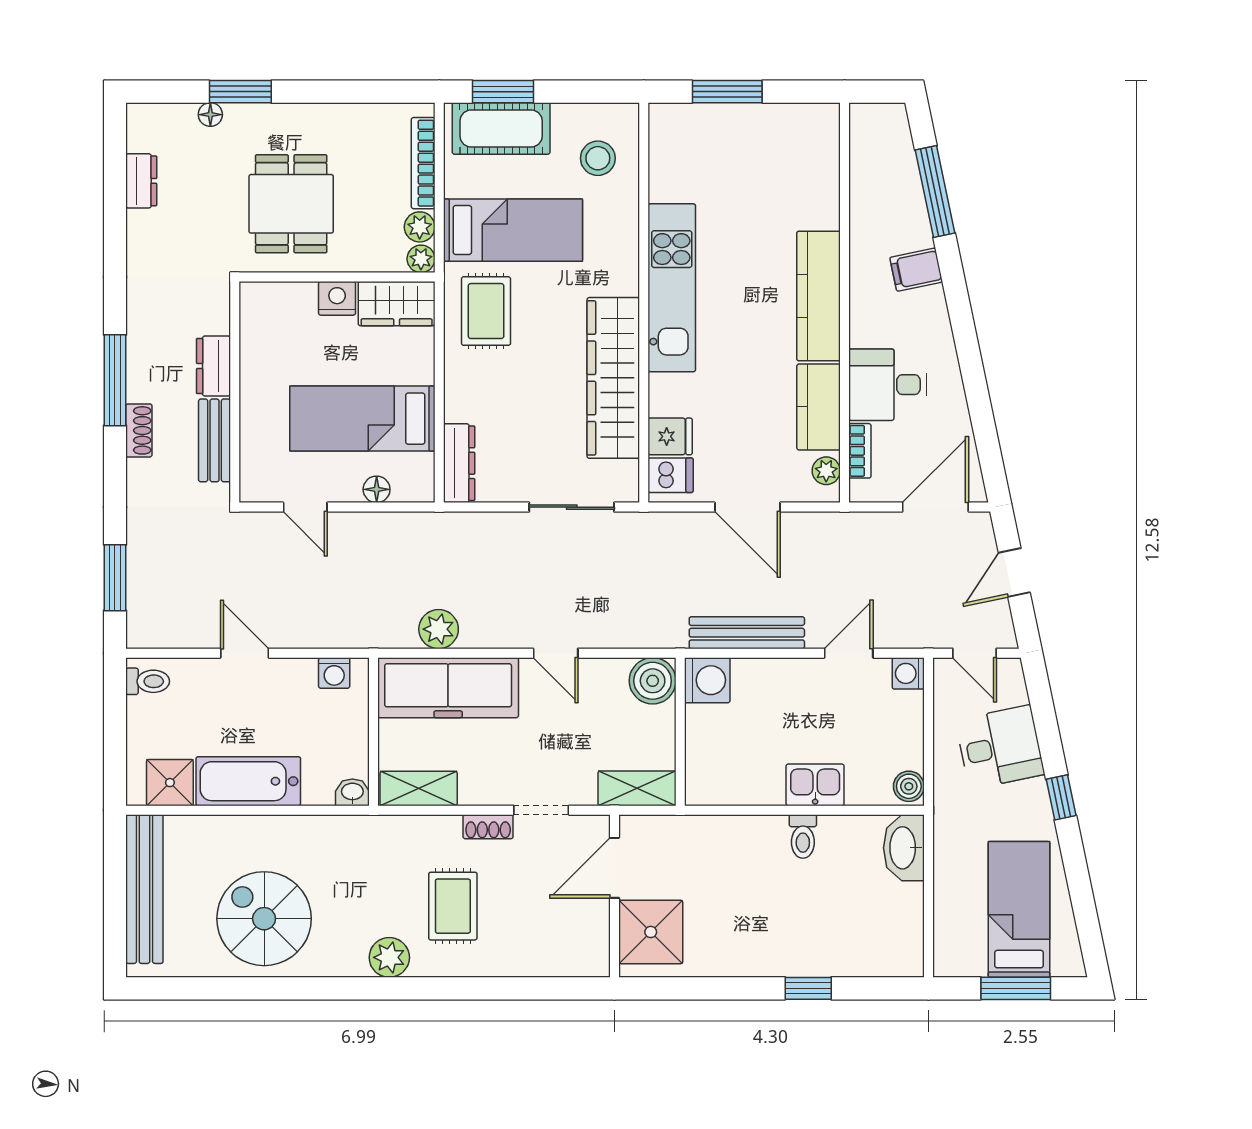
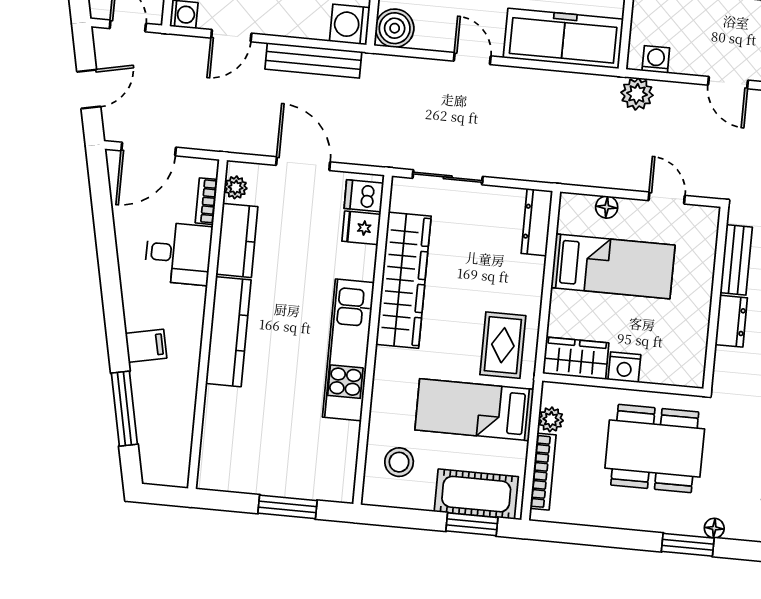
dining table: (291, 204) -> (655, 448), width x1.37
plant: (421, 259) -> (552, 393), removed
plant: (439, 629) -> (637, 94), moved

